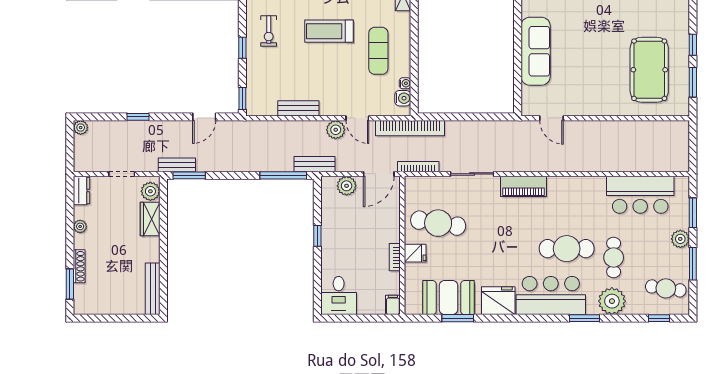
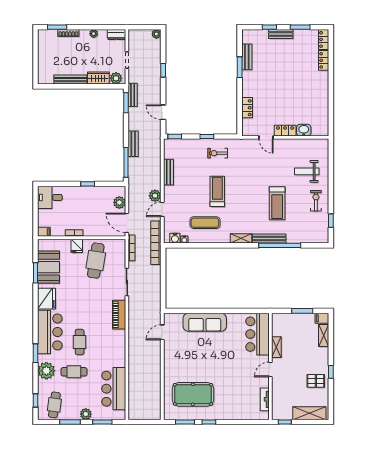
bench: (315, 164) -> (133, 144), moved
cafe table: (567, 249) -> (80, 342), width x0.73, depth x0.74
bench: (153, 289) -> (70, 80), moved

